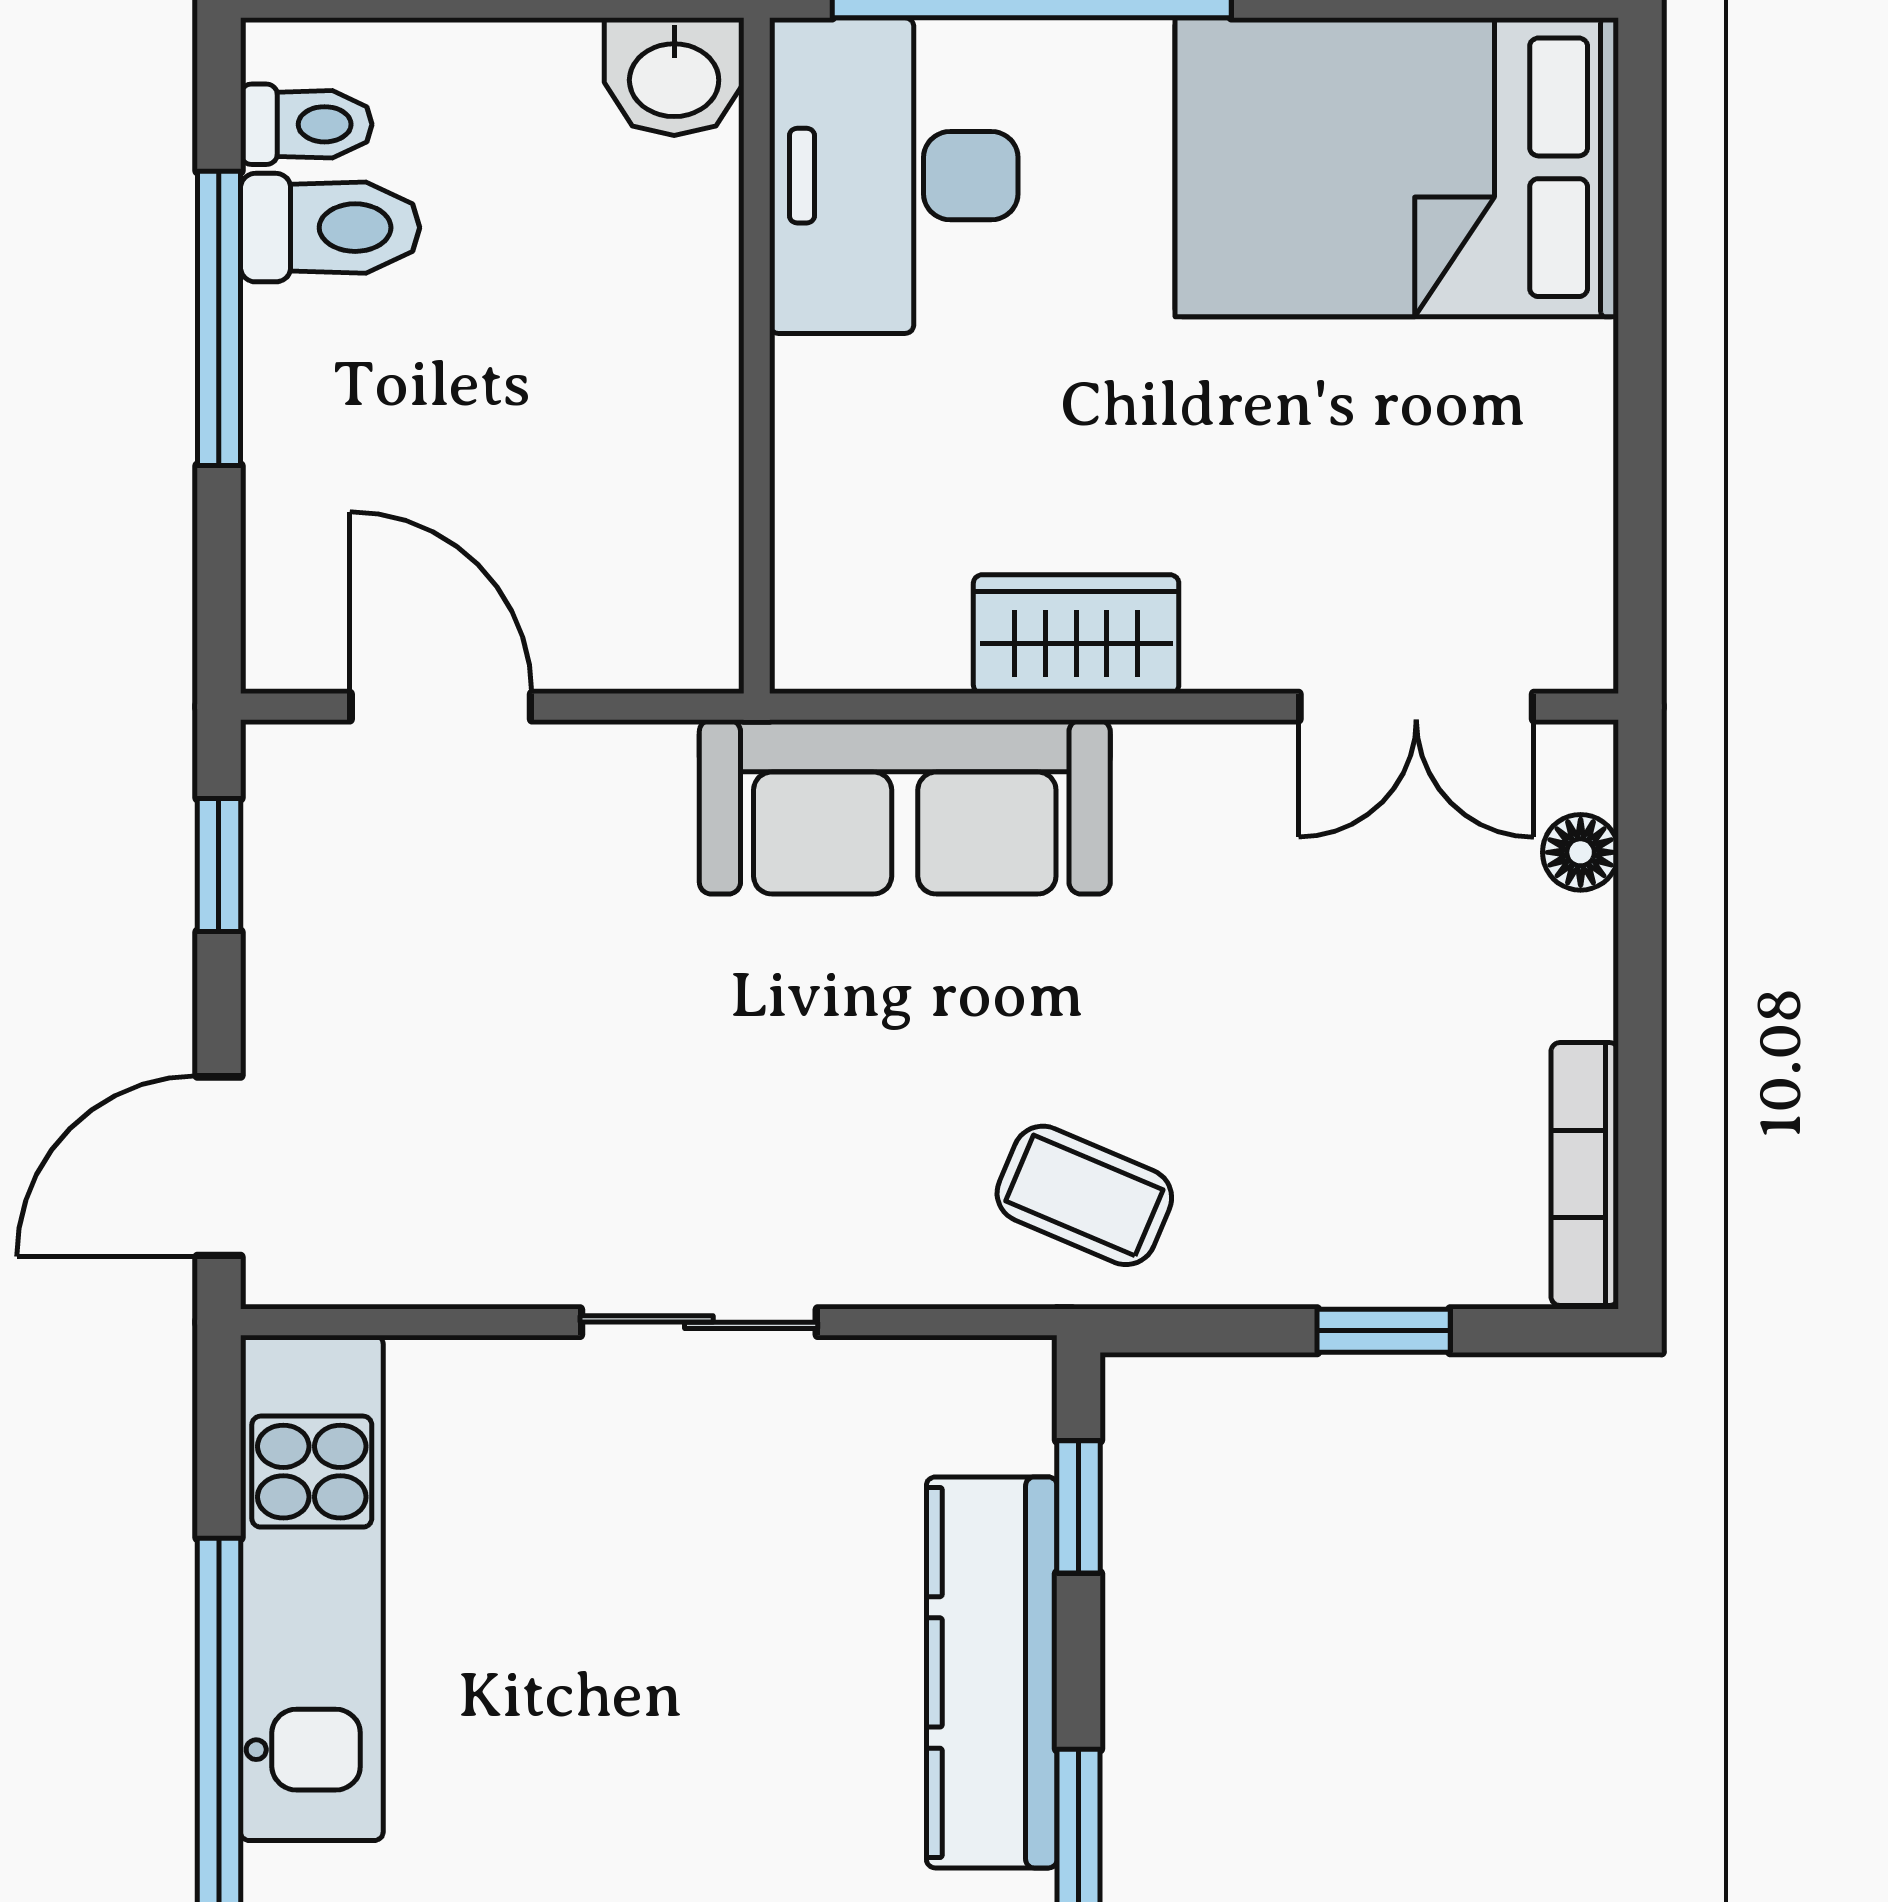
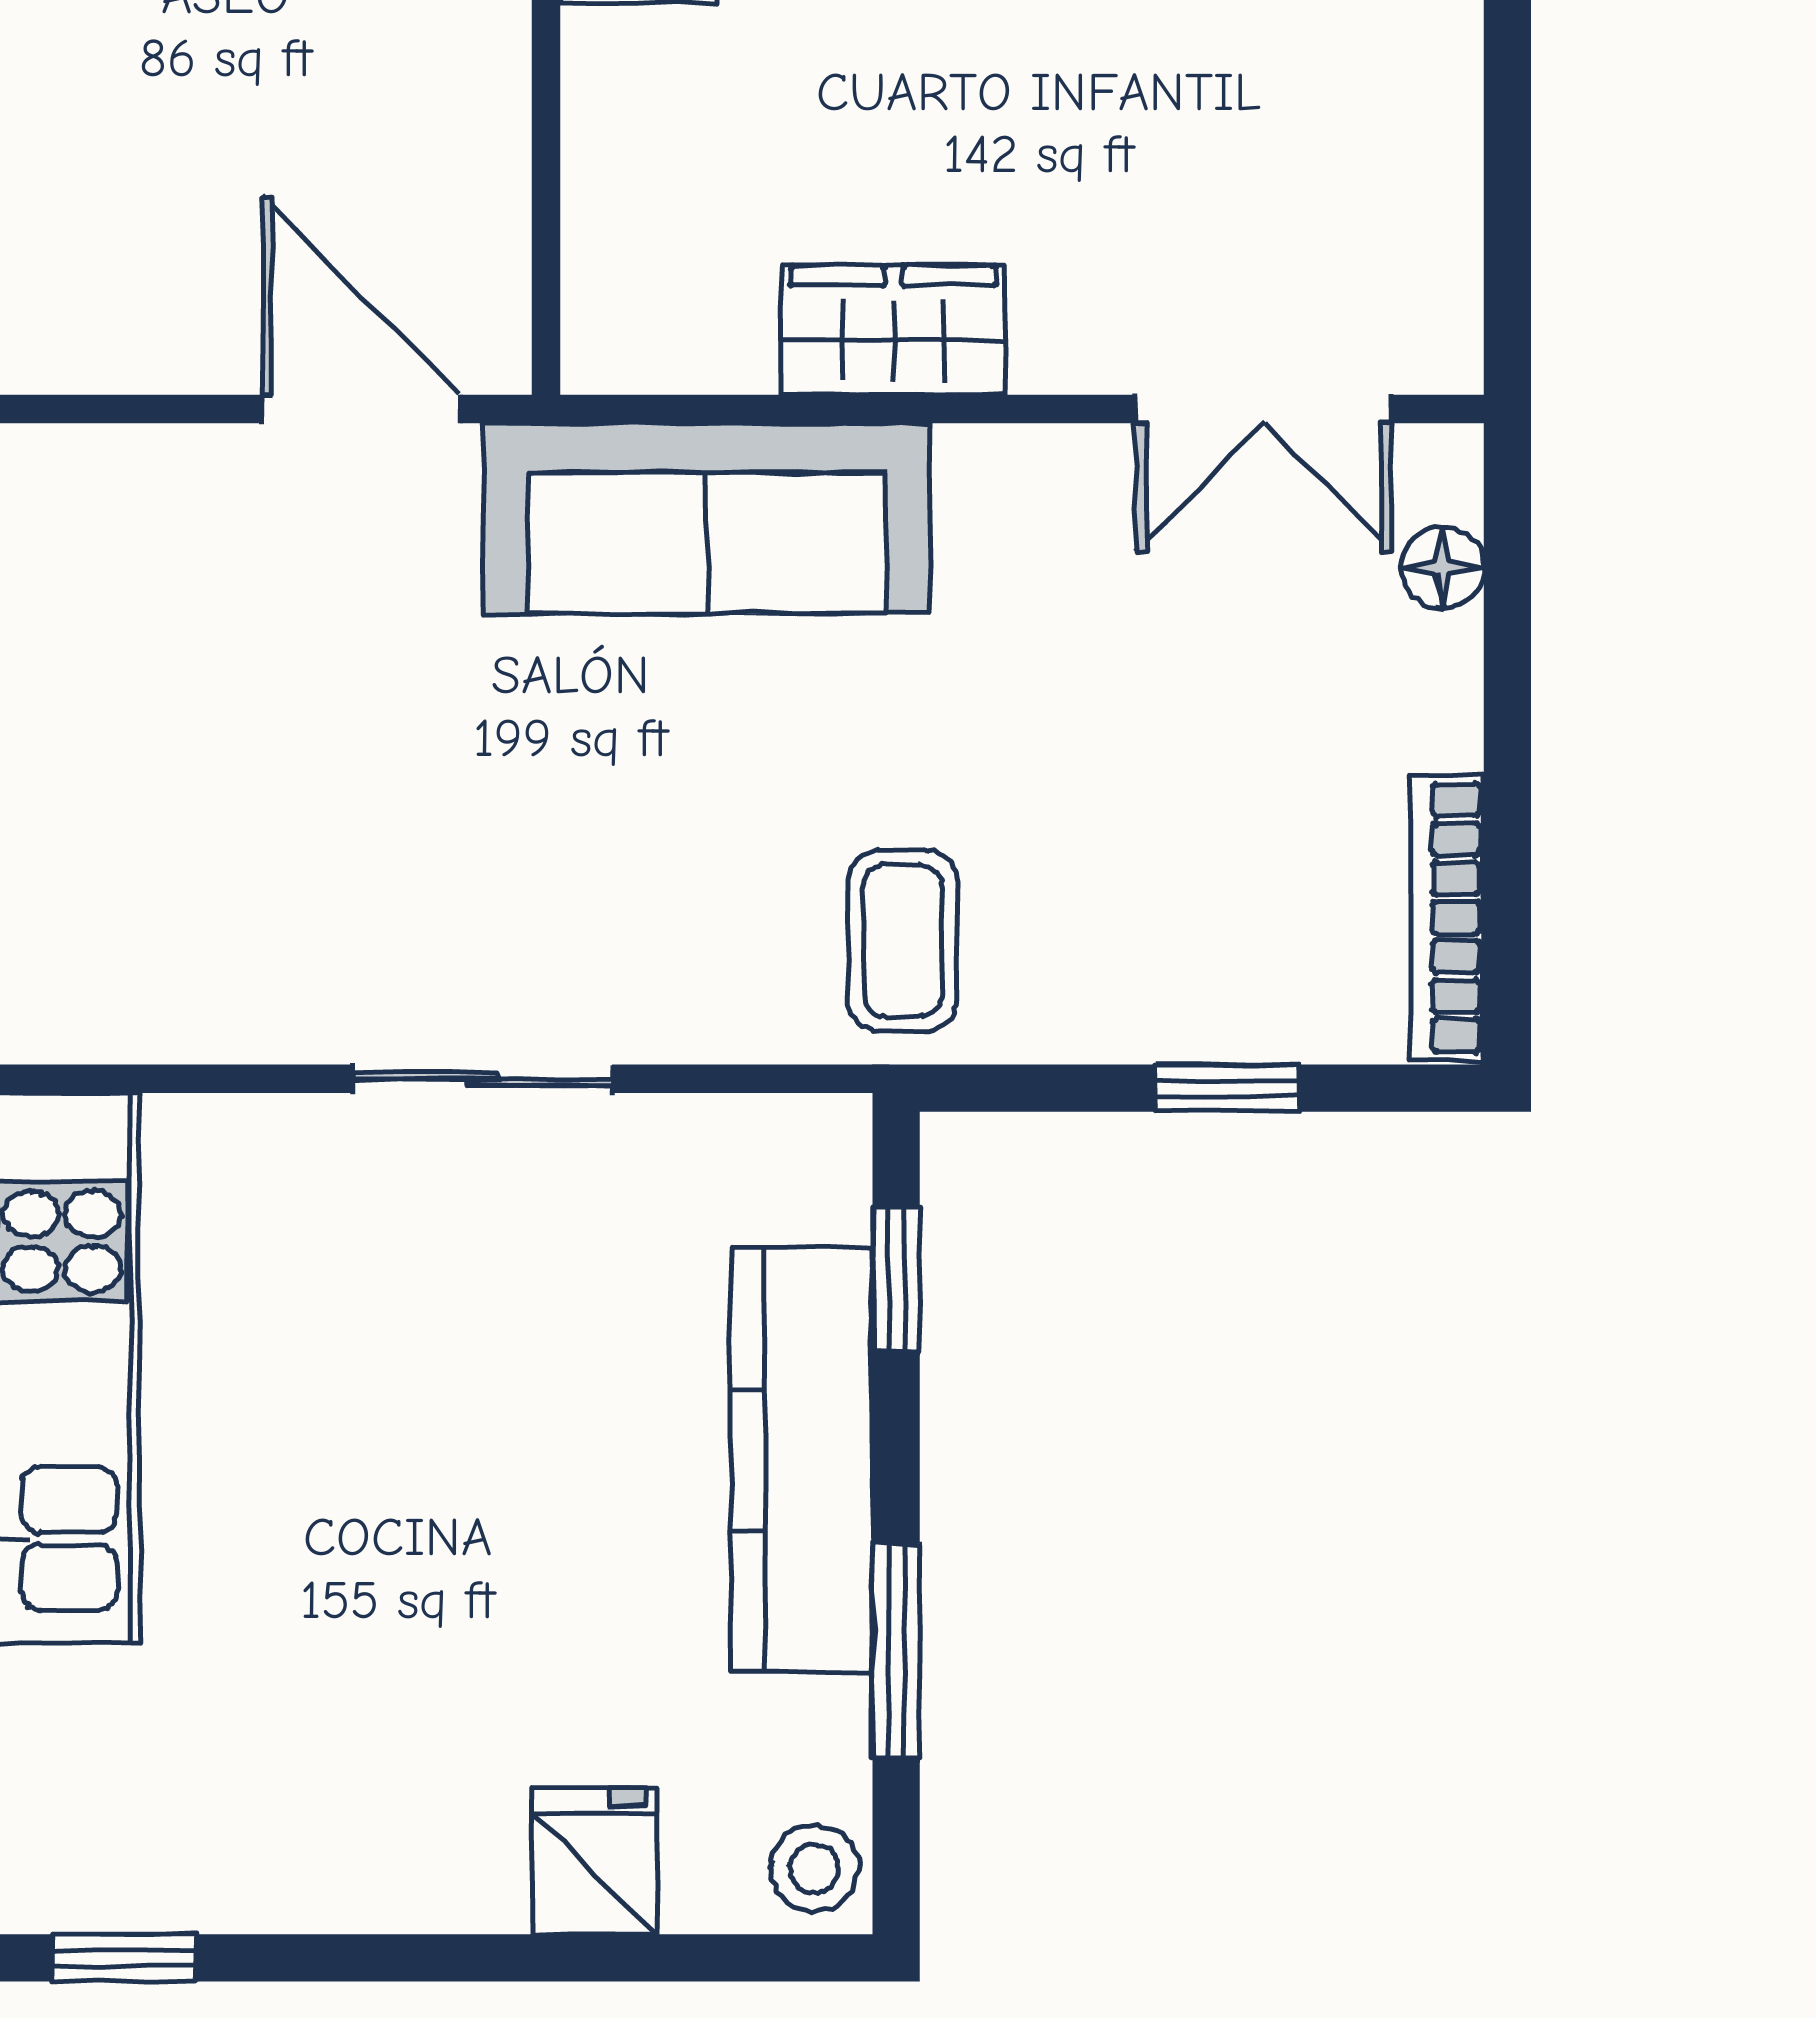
door: (441, 707) -> (361, 409), moved
coffee table: (1084, 1195) -> (903, 941), turned 67

